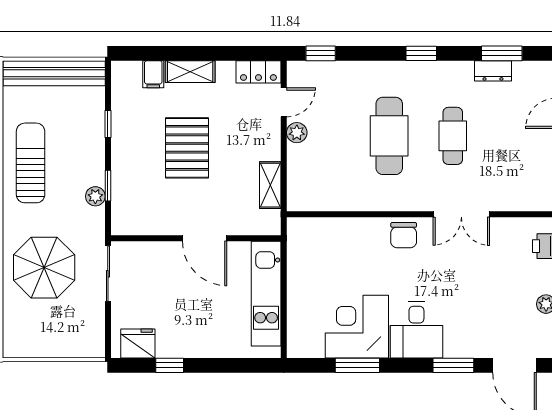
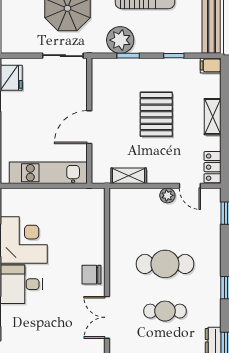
filing cabinet: (153, 74) -> (211, 65), moved
pallet: (187, 148) -> (156, 114), turned 90
plant: (95, 196) -> (120, 40), width x1.88, depth x1.88

